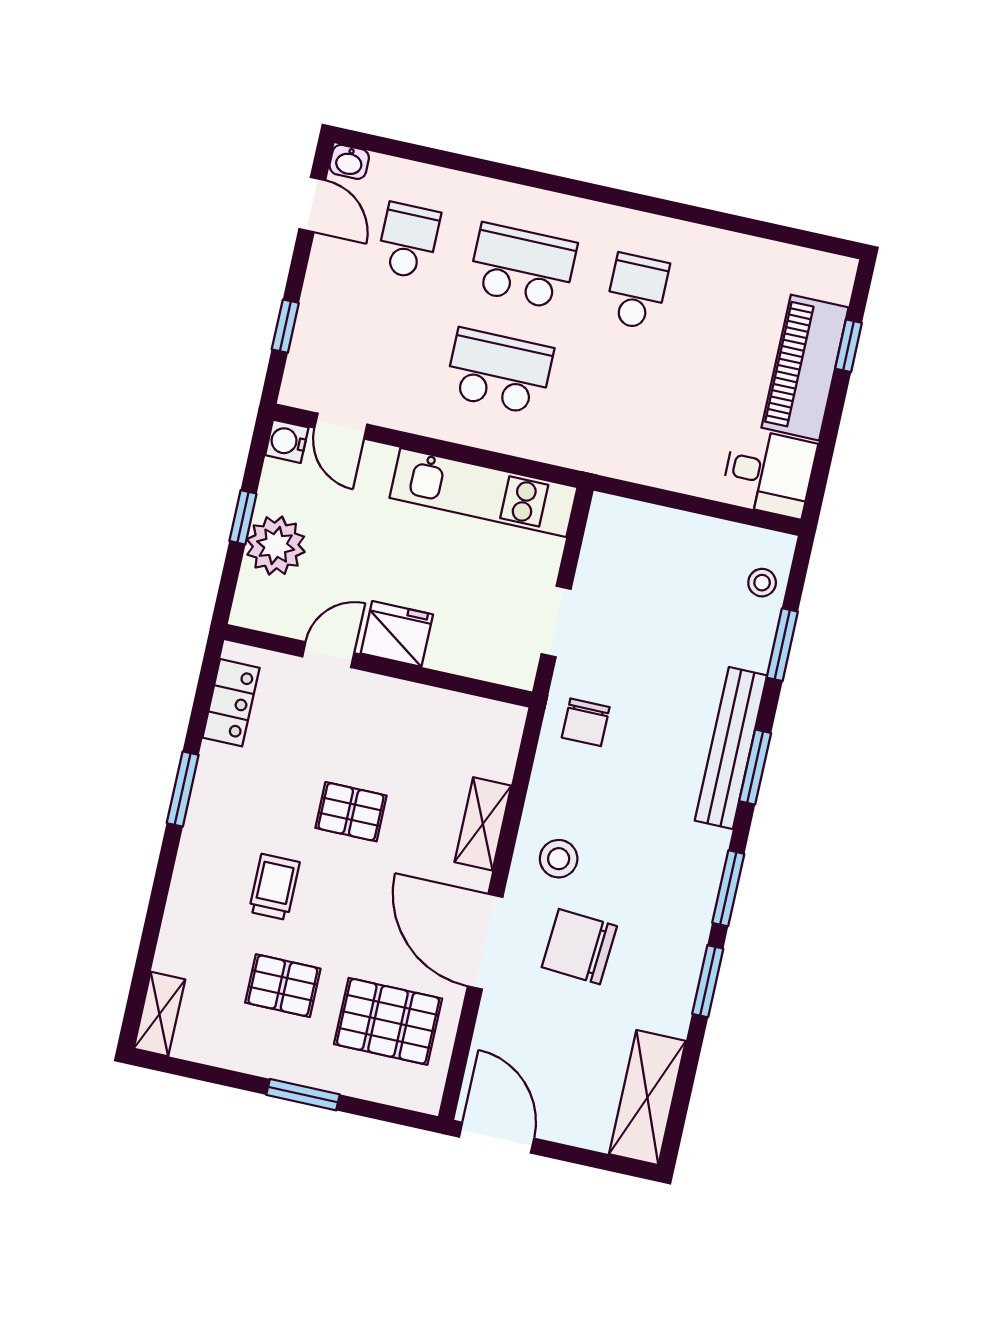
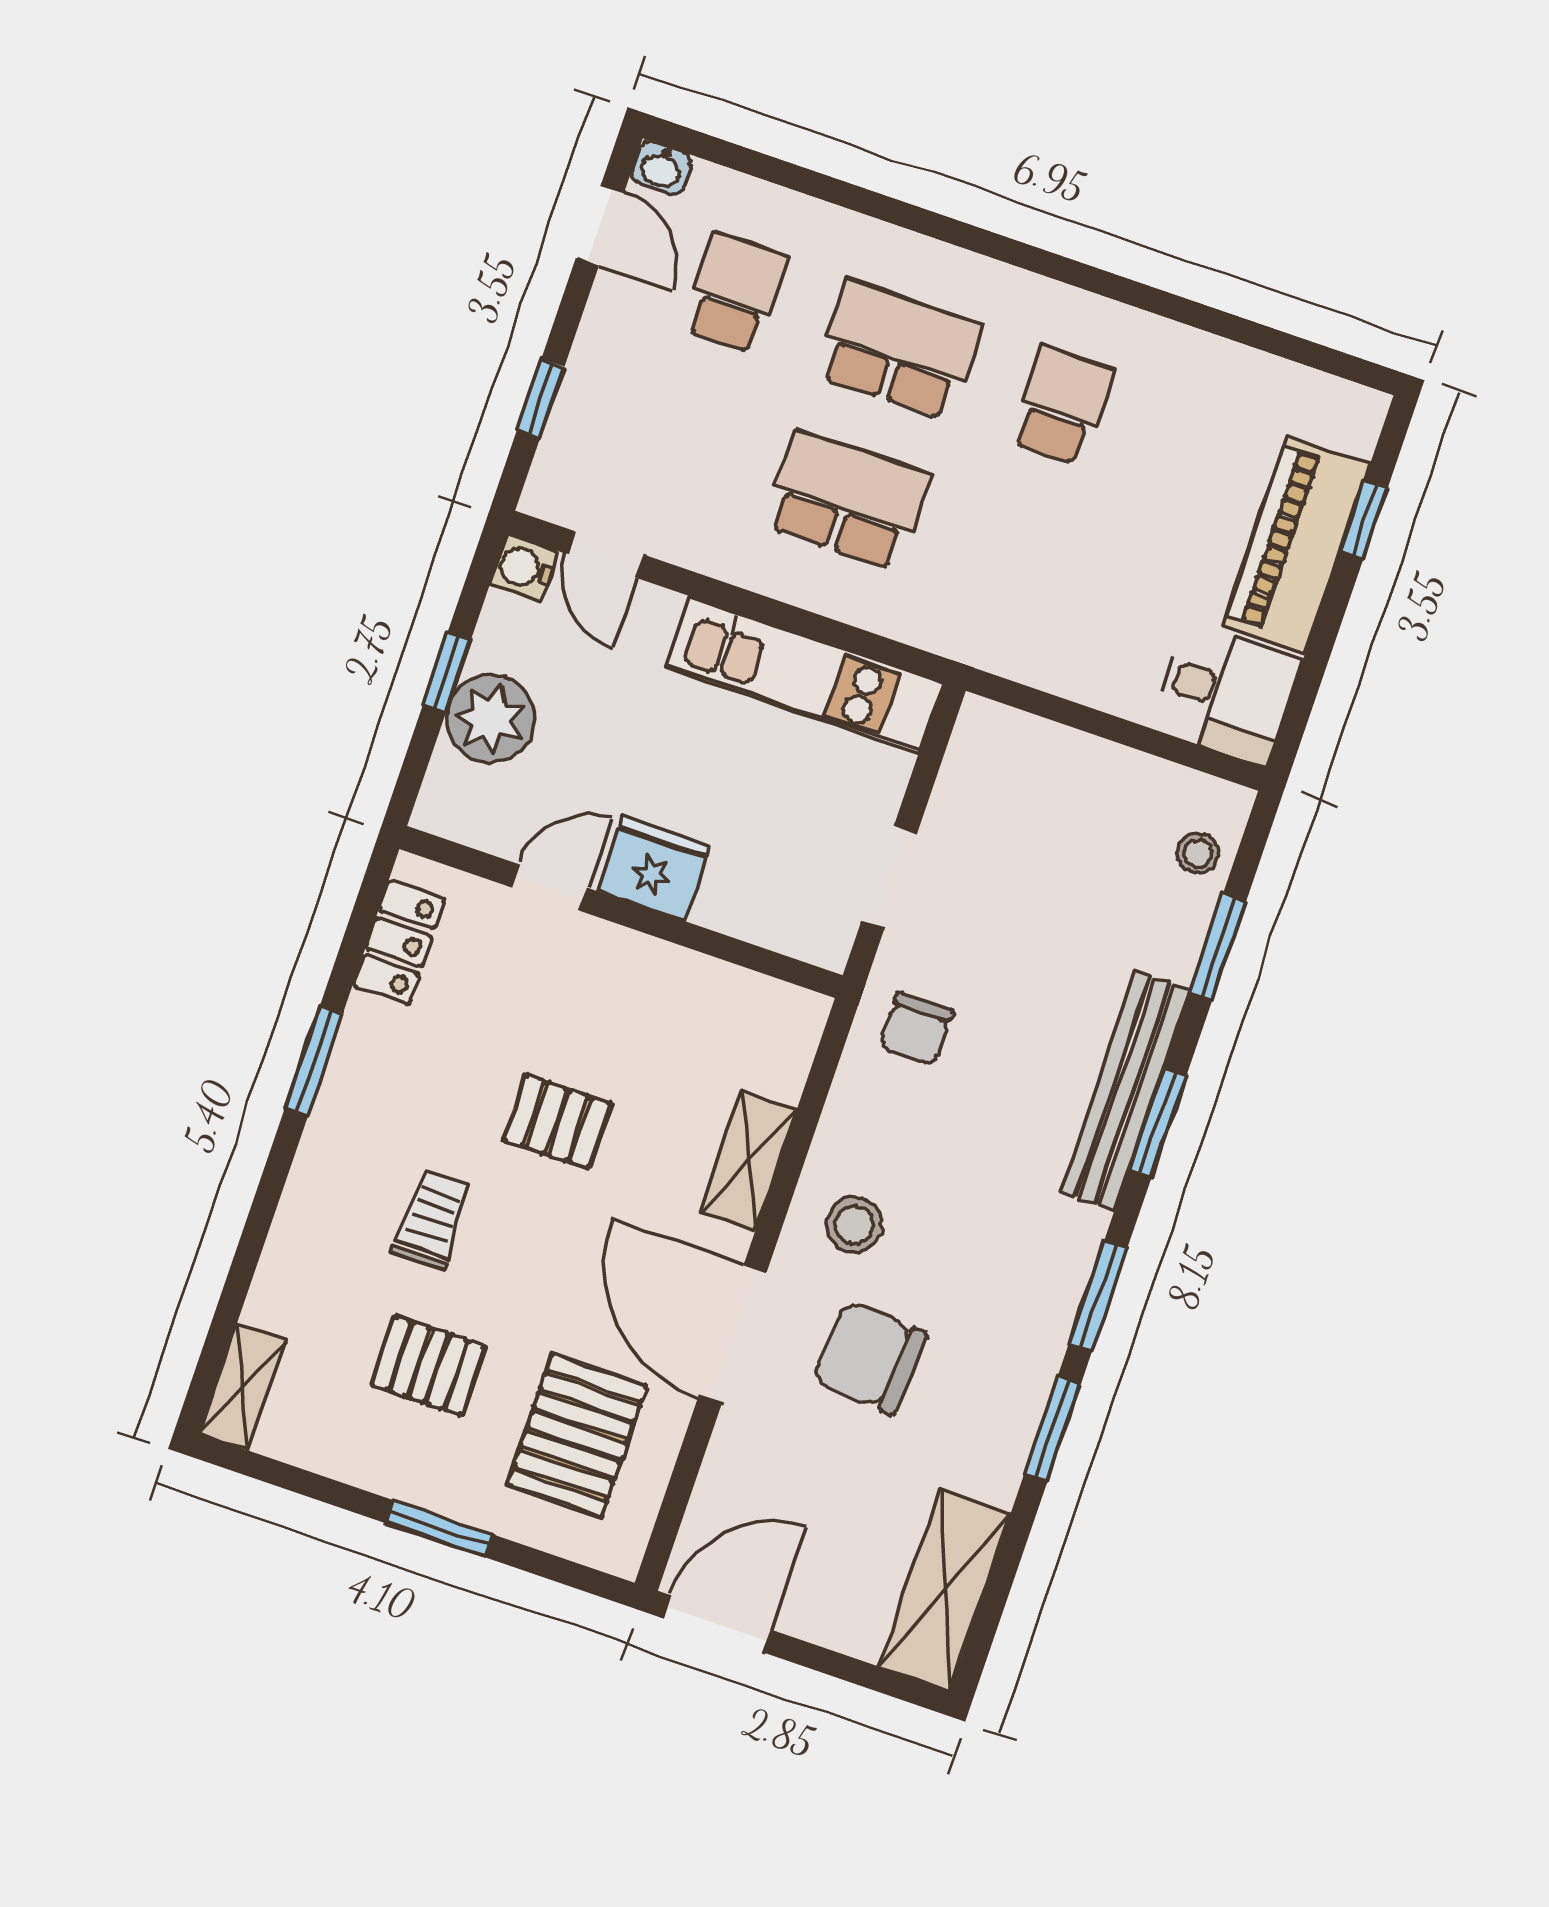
pallet: (388, 1021) -> (577, 1435), turned 90
door: (497, 1138) -> (717, 1624), hinge flipped

